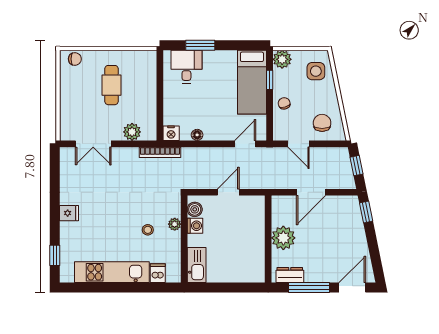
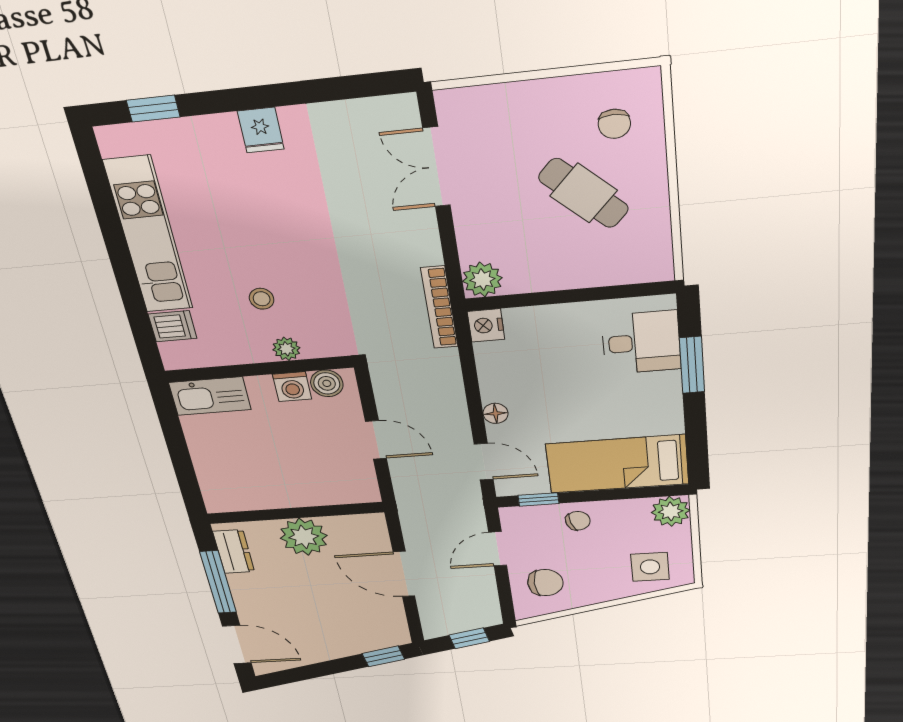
chair: (75, 59) -> (614, 124), moved
window: (270, 80) -> (538, 499), moved
cafe table: (111, 85) -> (584, 193), turned 43
plant: (132, 132) -> (482, 280), moved
floor lamp: (197, 135) -> (495, 413), moved

